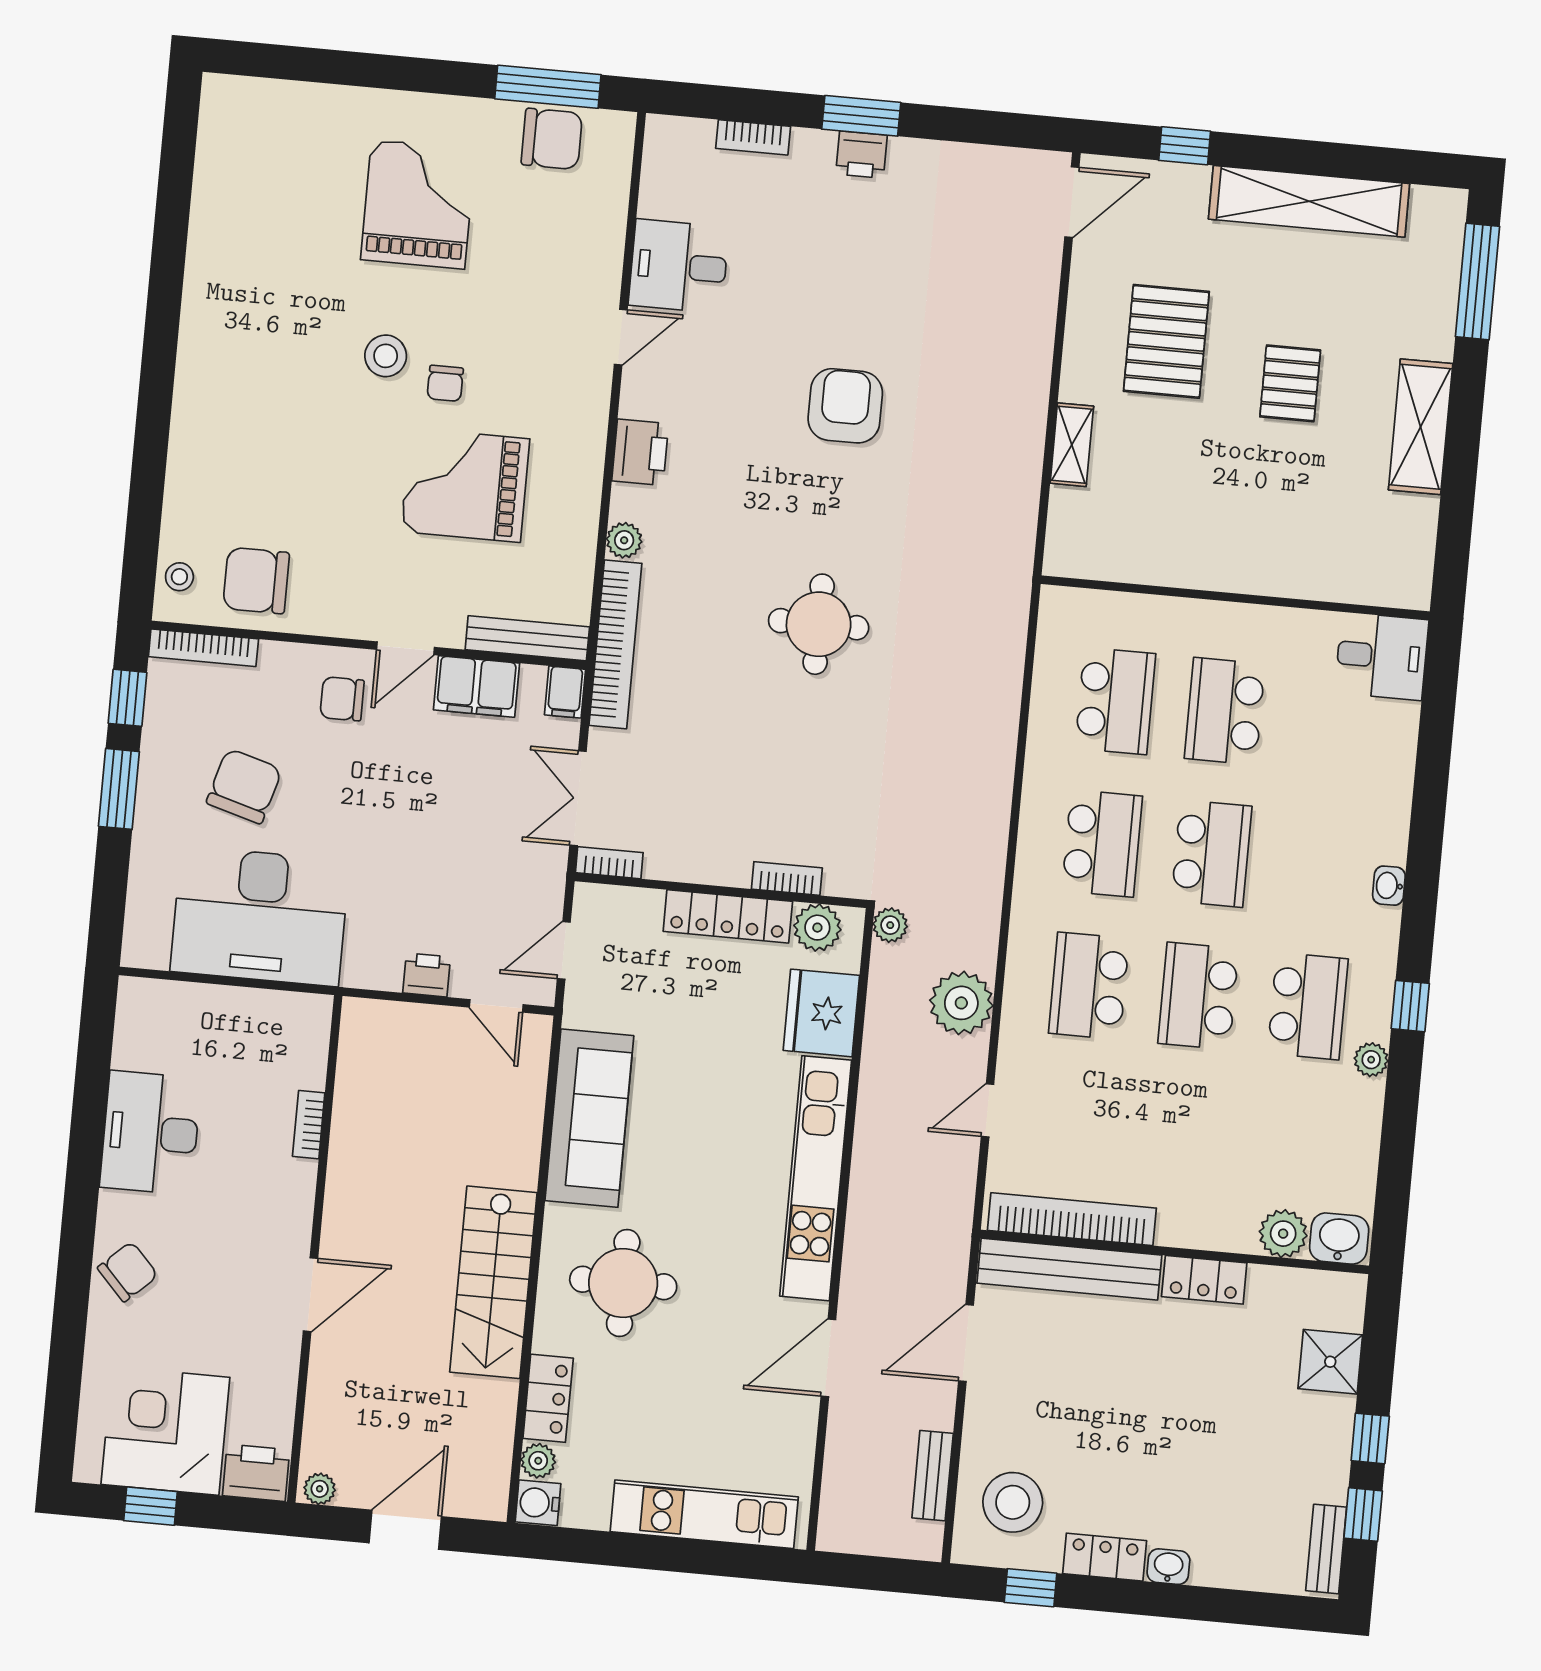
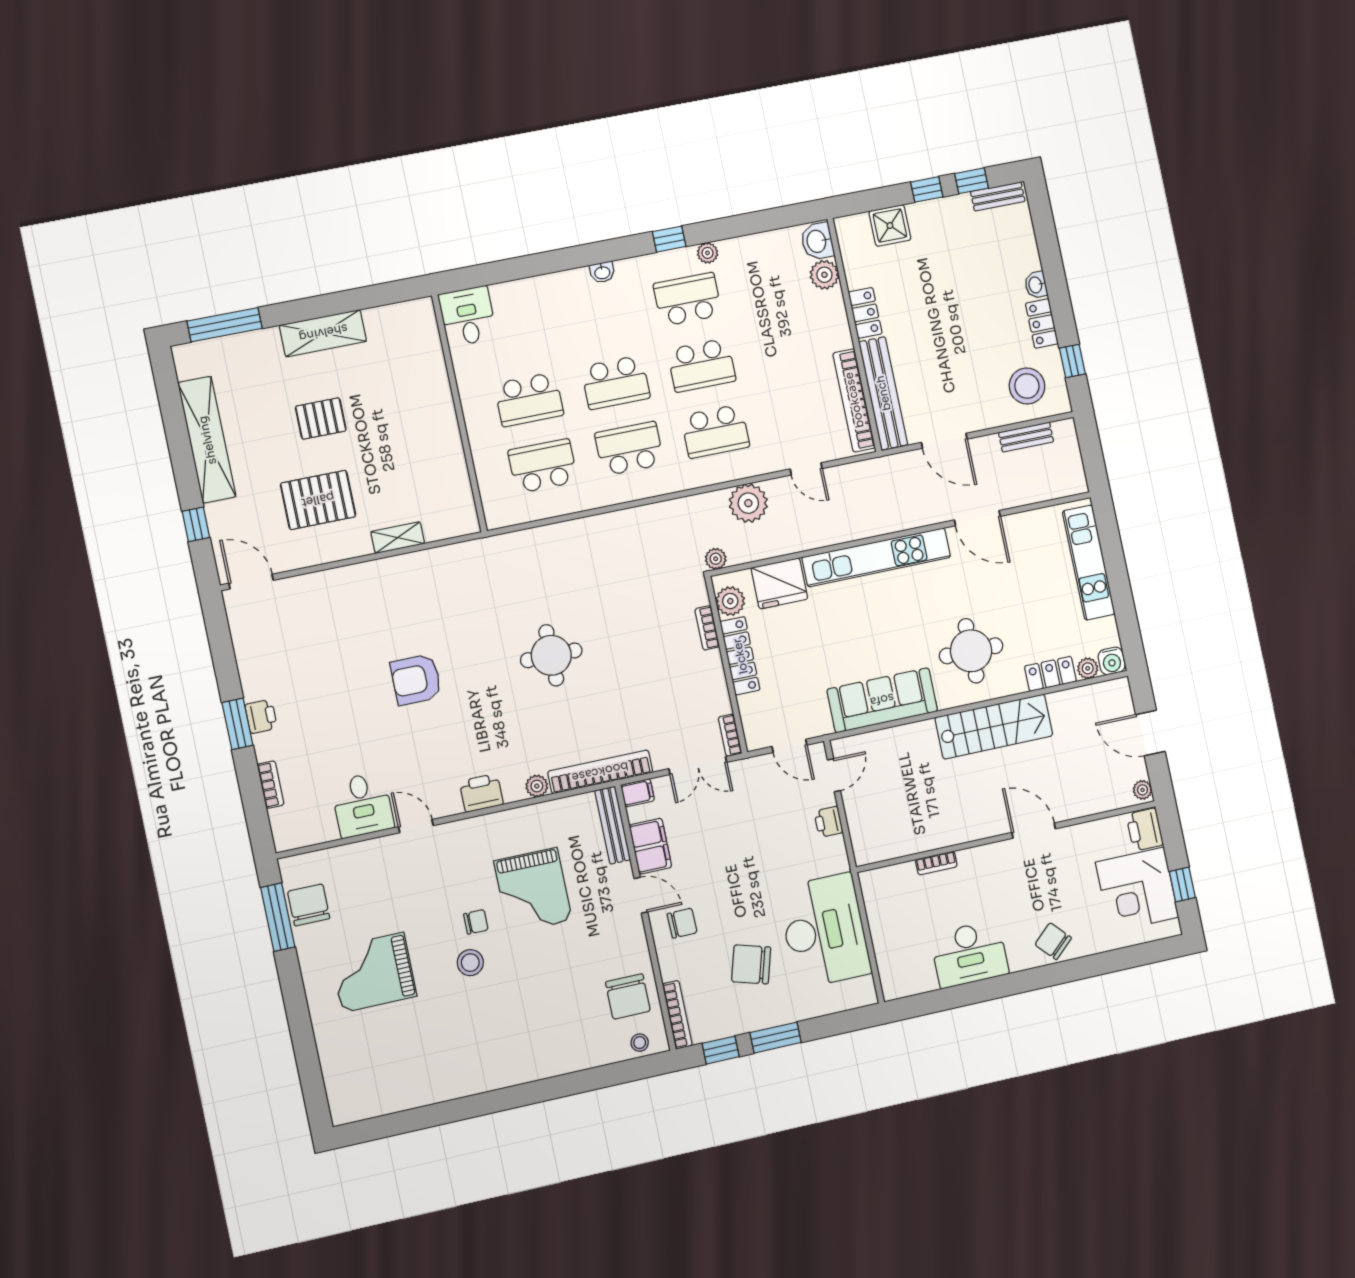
chair: (342, 699) -> (682, 923), turned -91
school desk: (1212, 854) -> (615, 382), turned 180

